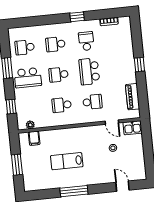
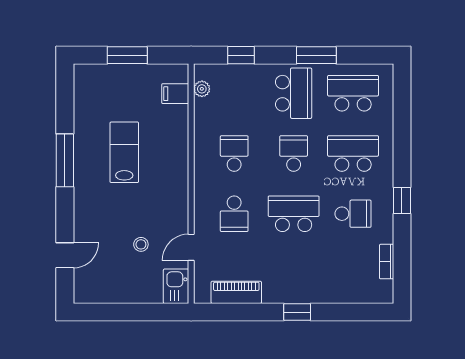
school desk: (55, 44) -> (353, 153), width x1.85
school desk: (25, 47) -> (353, 93), width x1.85
school desk: (28, 78) -> (294, 93), turned 180

